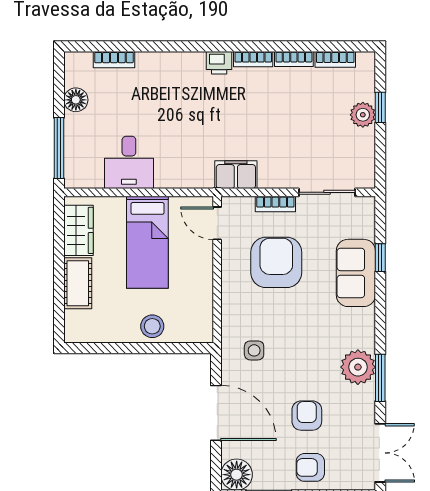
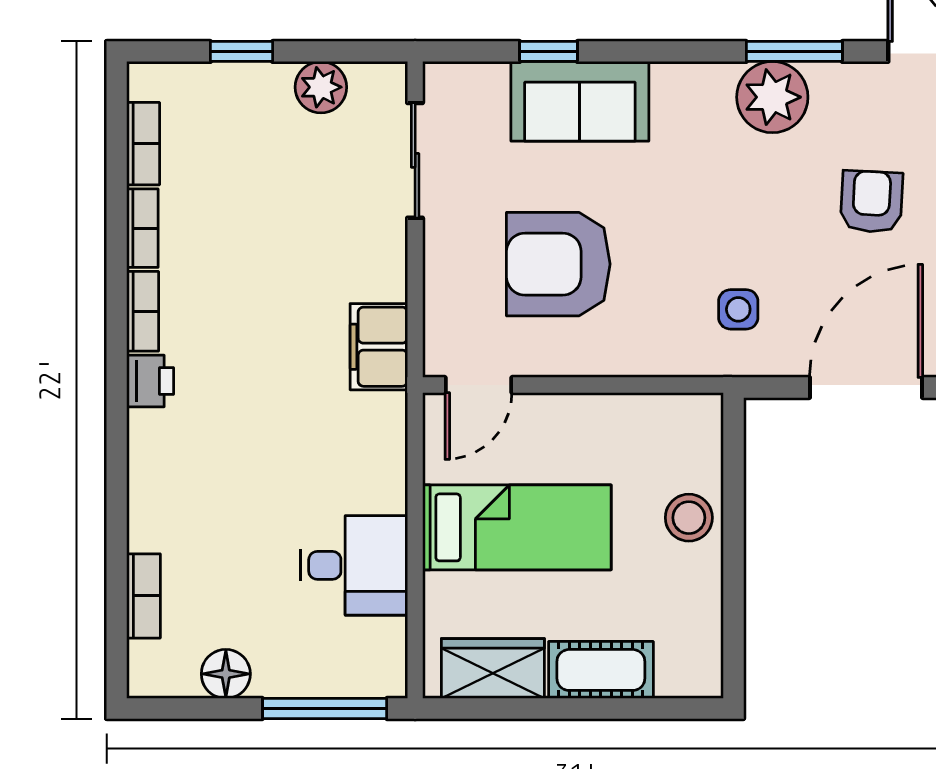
plant: (363, 115) -> (321, 87), moved
bookcase: (275, 204) -> (439, 266), removed
armchair: (307, 416) -> (871, 202), turned 93

